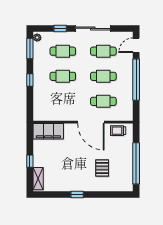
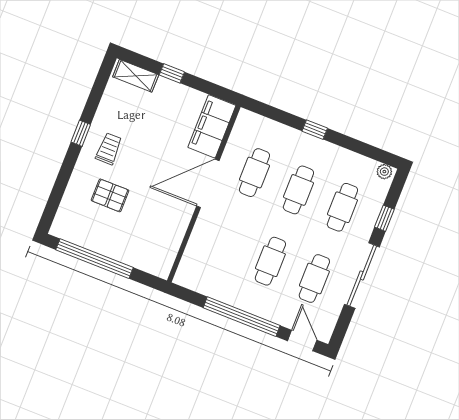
window: (30, 49) -> (370, 151), removed
cafe table: (103, 101) -> (254, 173), moved
door: (91, 122) -> (208, 183), moved
trolley: (118, 131) -> (109, 149), moved

